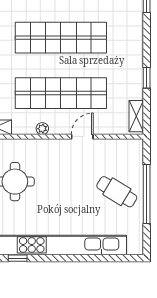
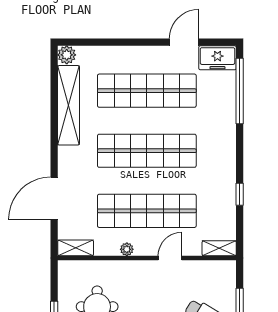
shelving: (136, 116) -> (219, 248), moved, turned 90

